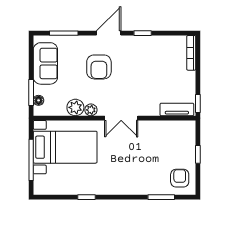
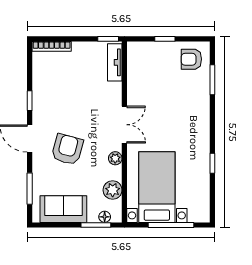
armchair: (99, 67) -> (67, 149), turned -75
plant: (75, 107) -> (113, 190), moved

